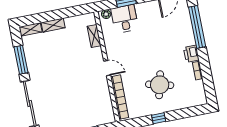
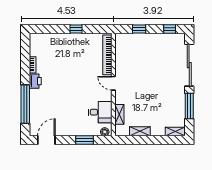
desk: (125, 19) -> (100, 112), moved, turned -90
shelving: (53, 25) -> (140, 131), moved
round table: (160, 85) -> (69, 59), removed

